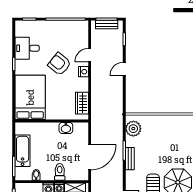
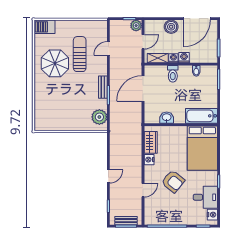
nightstand: (20, 31) -> (212, 215), added
nightstand: (83, 72) -> (149, 160), moved
bathtub: (23, 151) -> (202, 116), moved, turned 90

